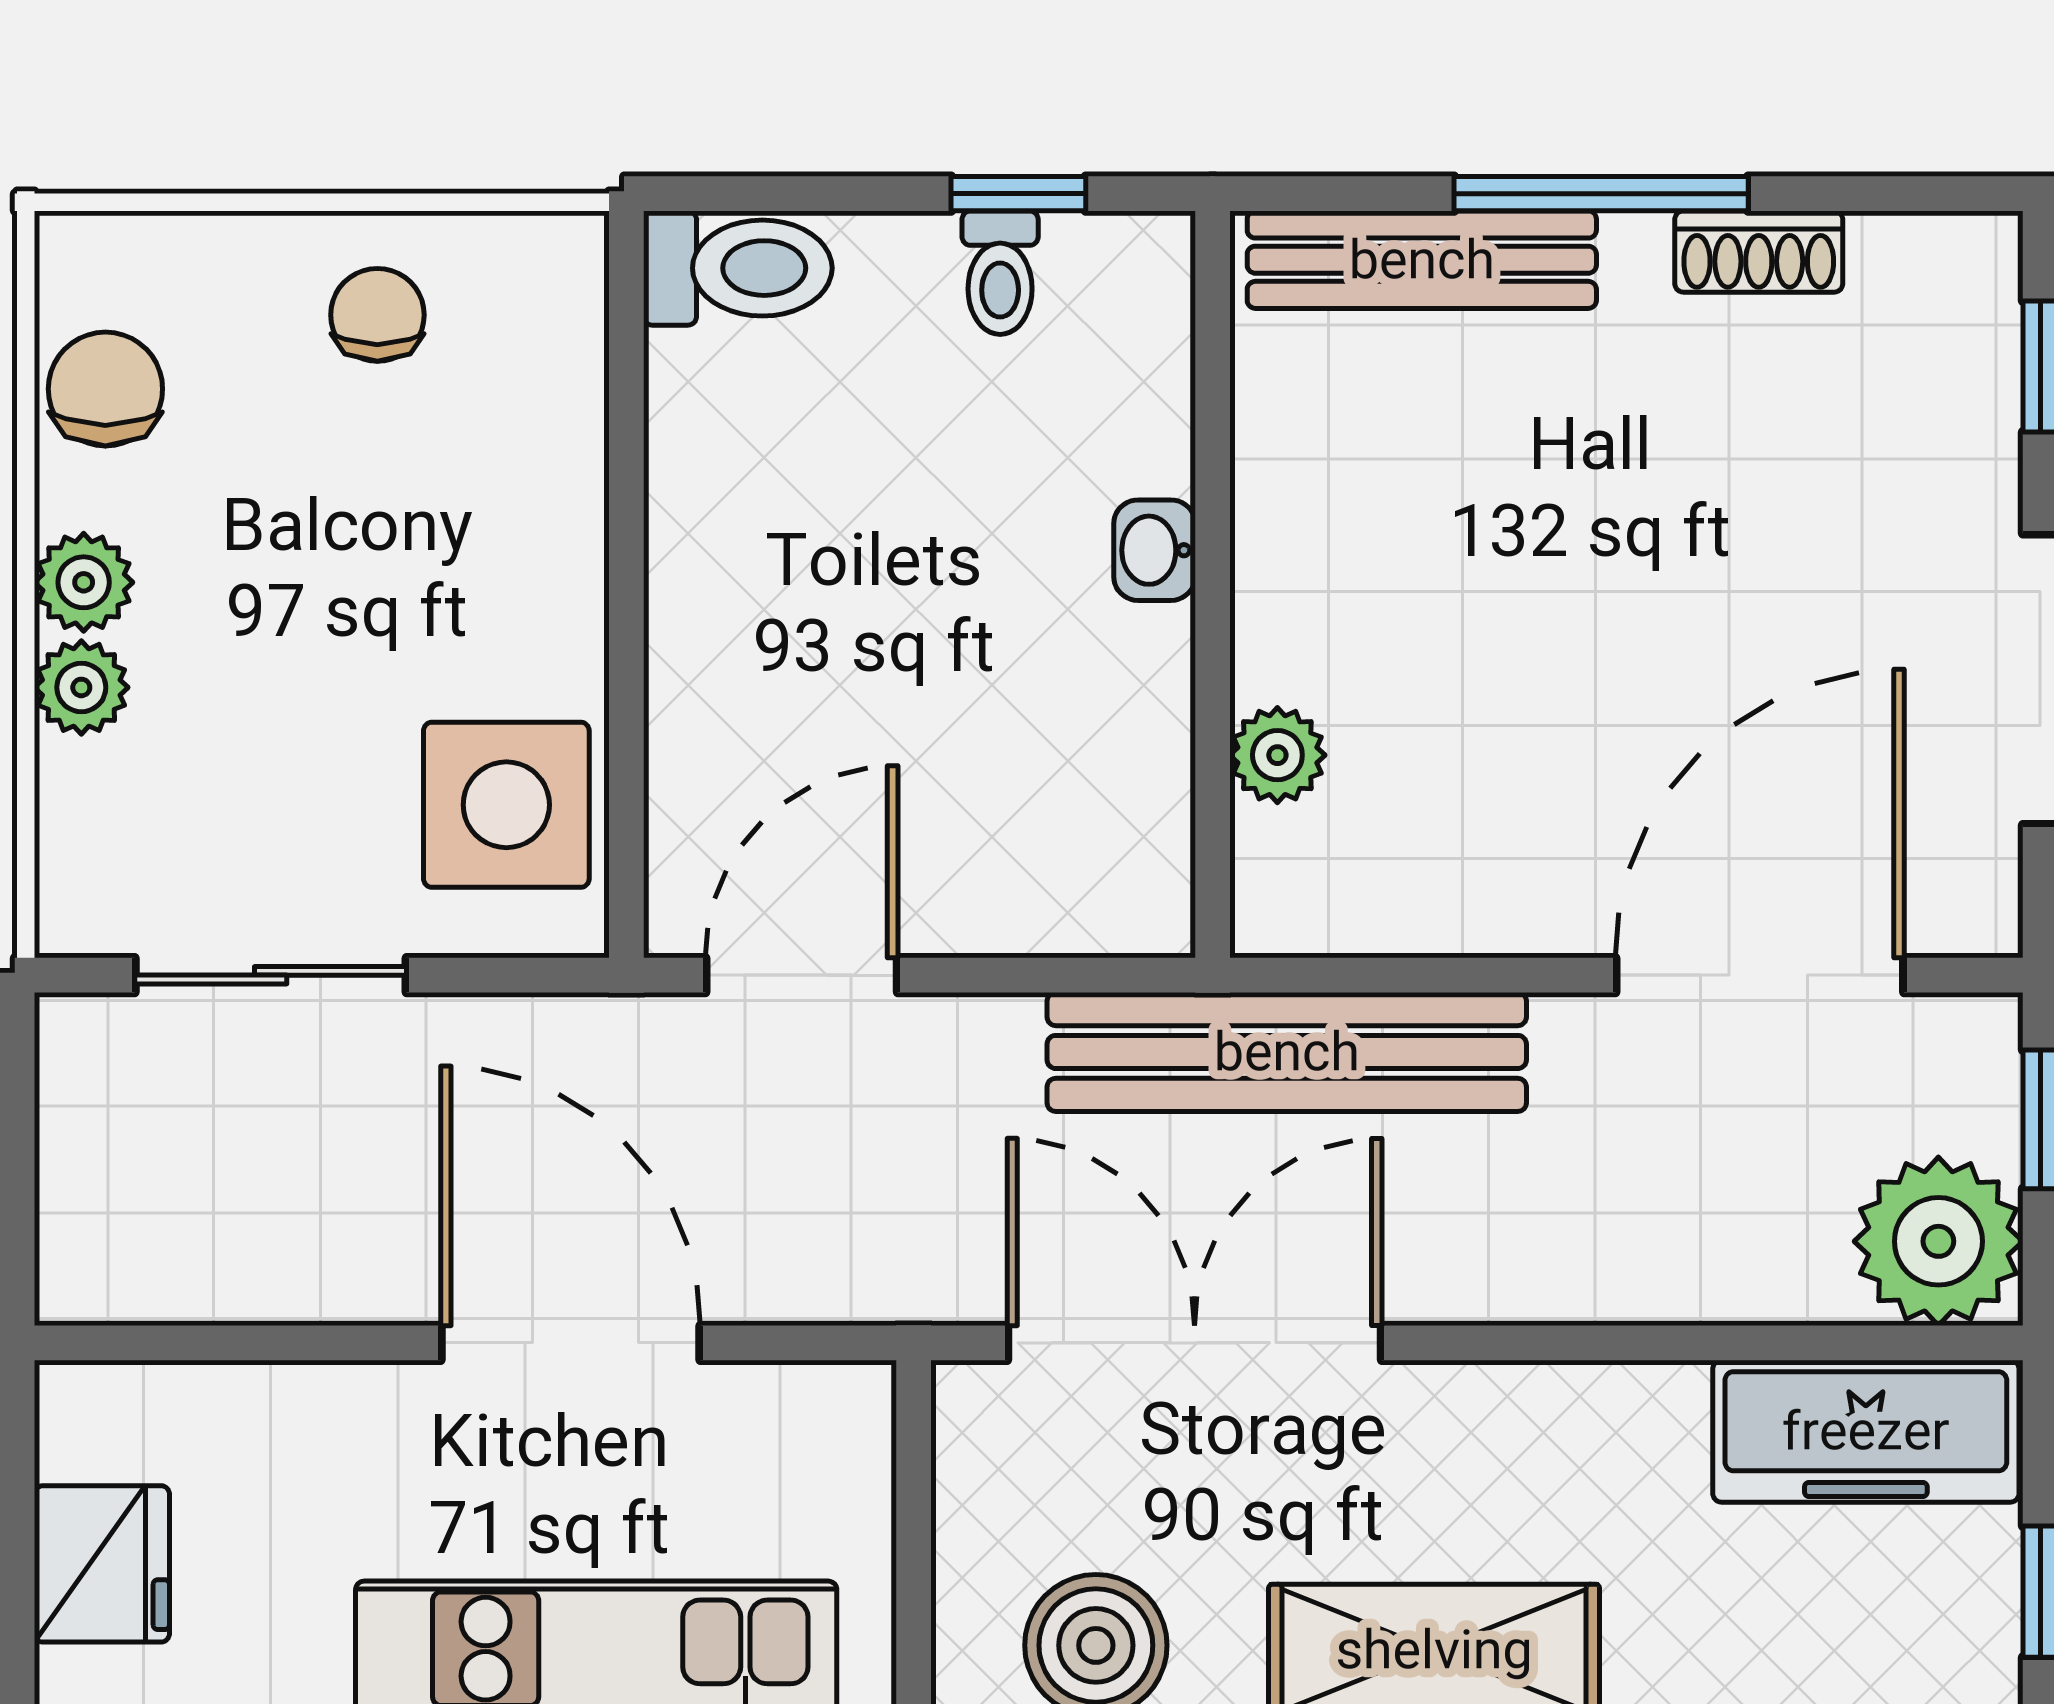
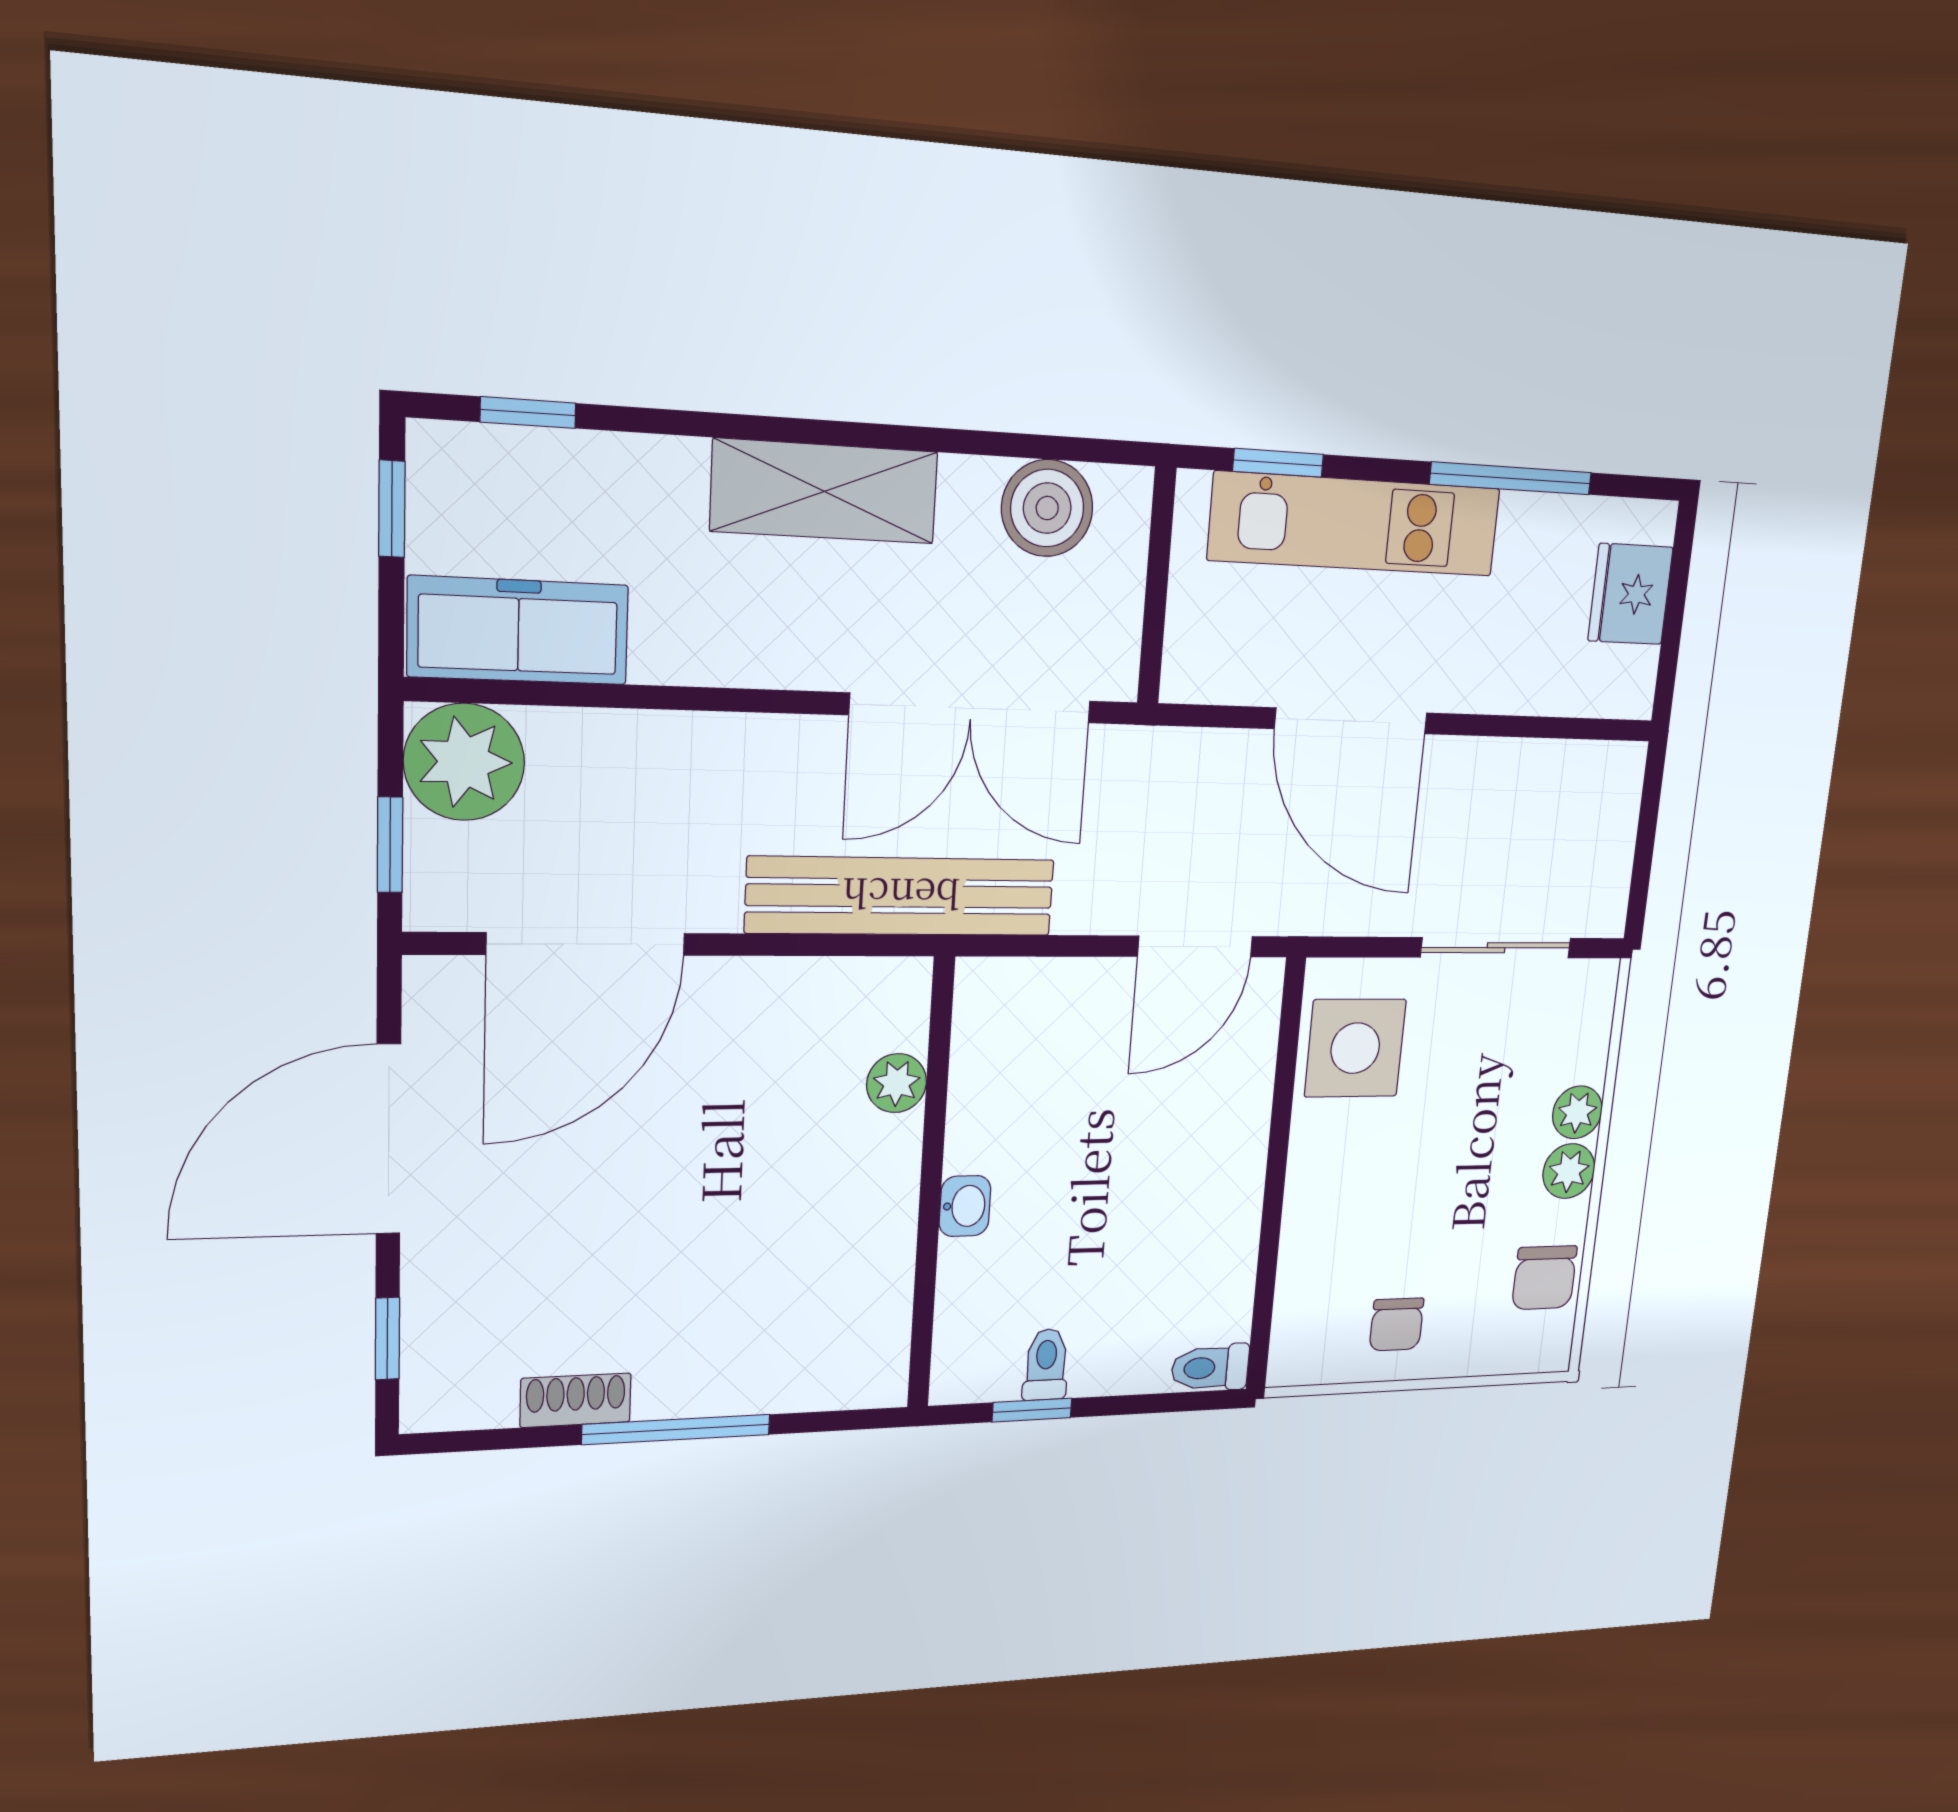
bench: (1422, 260) -> (791, 1385), removed
toilet: (738, 268) -> (1210, 1368), width x0.73, depth x0.72

